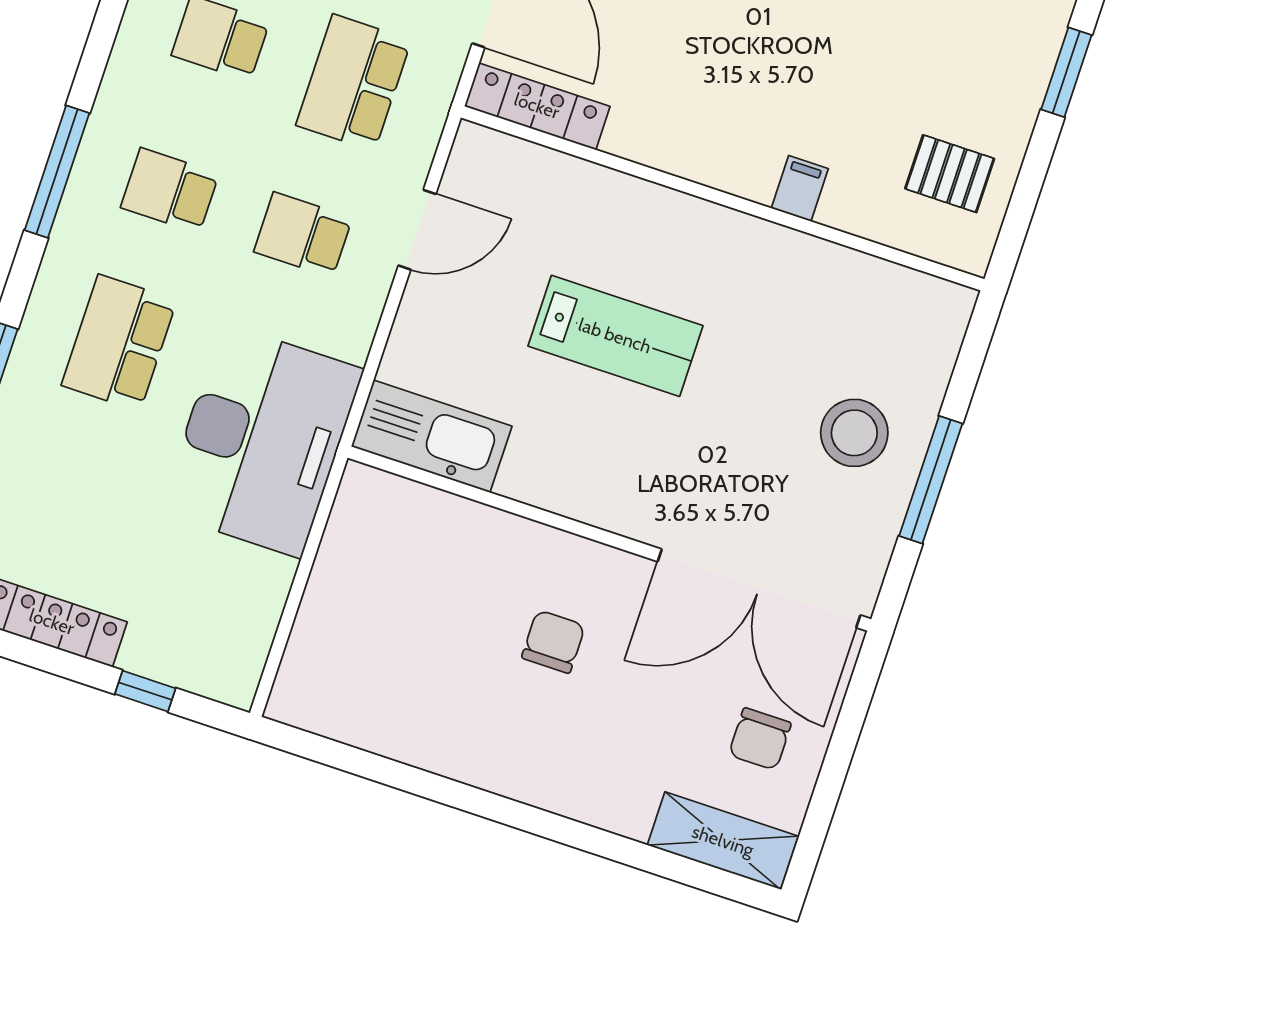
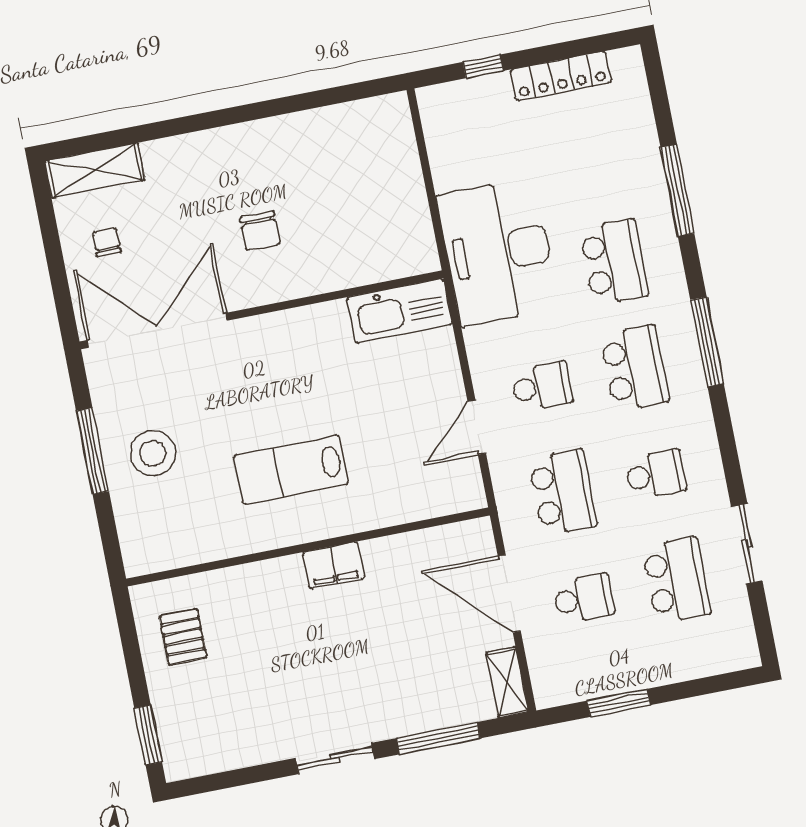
locker: (537, 106) -> (447, 539), removed
pallet: (950, 174) -> (183, 637), turned 90
filing cabinet: (800, 188) -> (334, 565), moved, width x2.00
school desk: (170, 191) -> (635, 368), width x1.85
lab bench: (615, 336) -> (291, 470), moved
chair: (760, 739) -> (107, 242), width x0.73, depth x0.73

